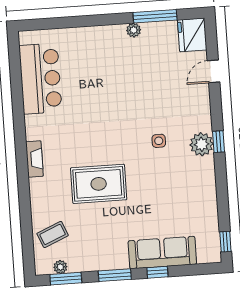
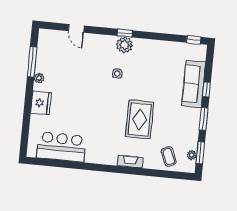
fridge: (192, 35) -> (41, 103), moved, turned -90
fireplace: (34, 159) -> (130, 162), moved

